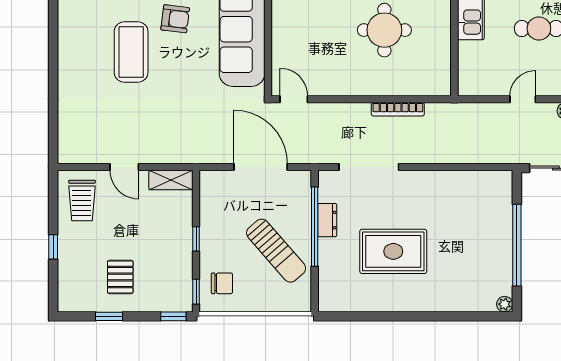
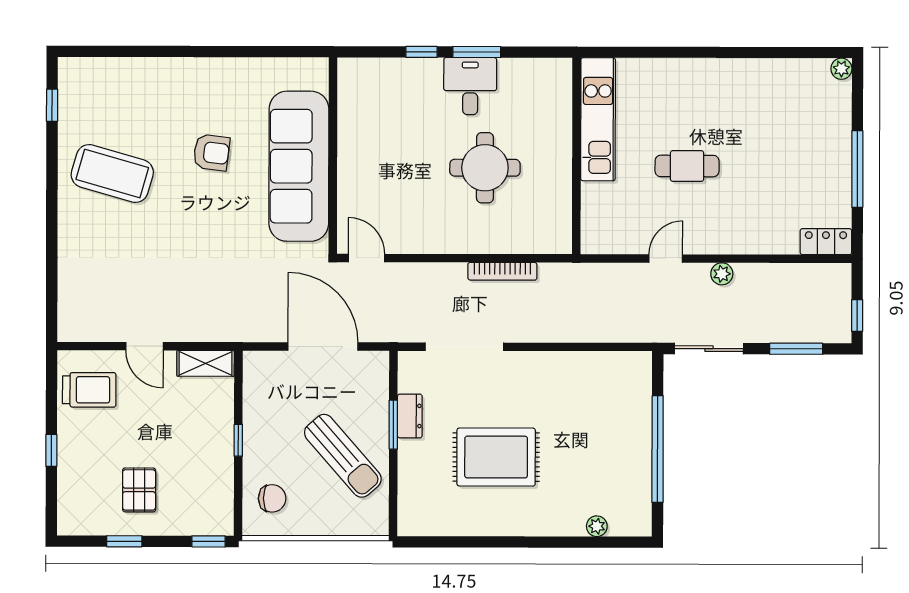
coffee table: (131, 52) -> (112, 174), moved, turned -74
trolley: (82, 200) -> (89, 390), turned -90
window: (315, 227) -> (393, 425), width x0.47
window: (196, 292) -> (238, 509), removed
plant: (505, 304) -> (597, 526), moved

